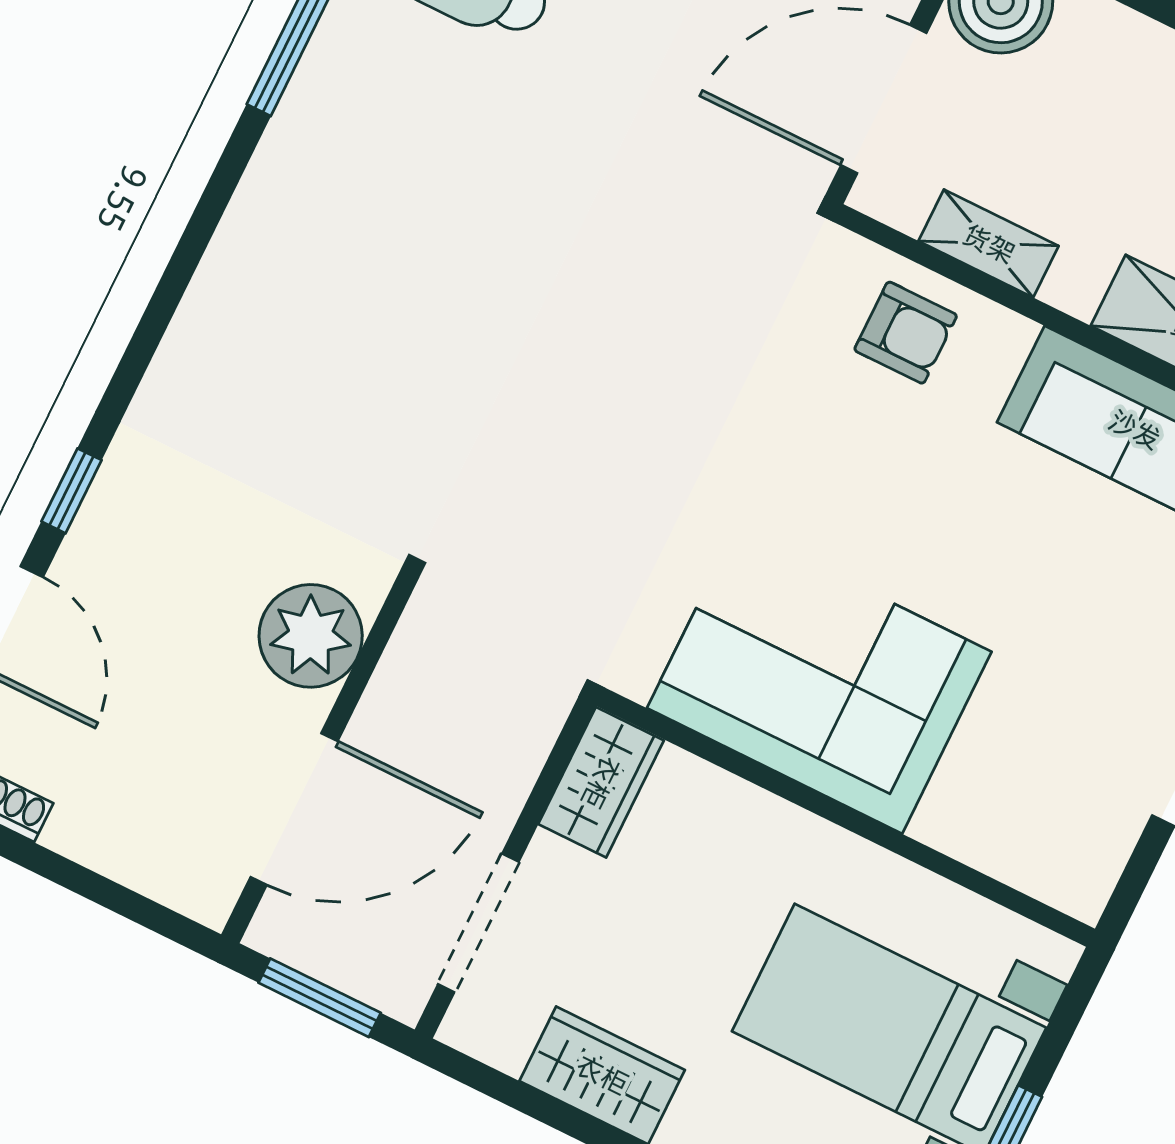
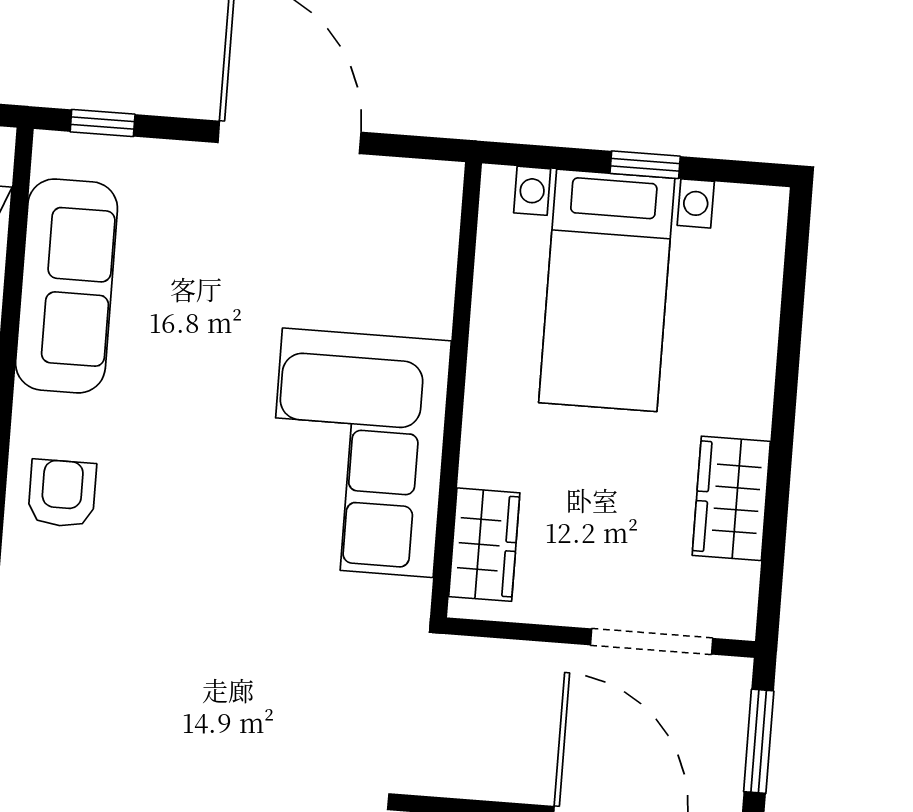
wardrobe: (601, 782) -> (484, 545), moved, turned 90

